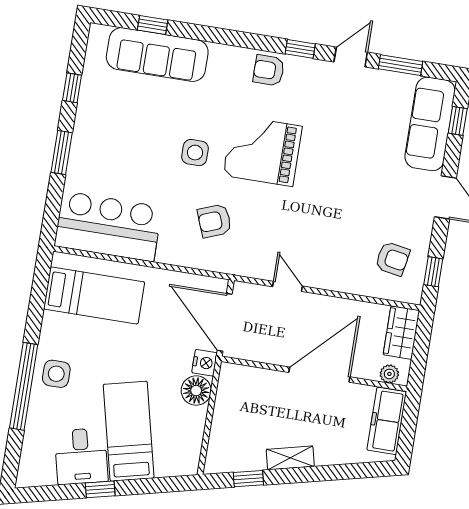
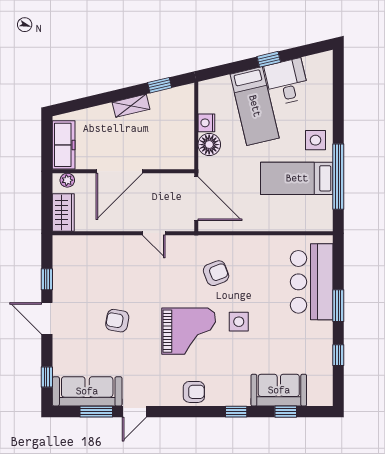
window: (300, 49) -> (236, 412), moved
sofa: (157, 55) -> (279, 390), width x0.73
sofa: (430, 124) -> (87, 391), moved, turned -90
bar counter: (108, 226) -> (312, 282), moved, turned 90
armchair: (392, 259) -> (117, 321), moved
window: (433, 272) -> (47, 279), moved
bed: (94, 295) -> (297, 178), moved
nightstand: (205, 363) -> (206, 123), moved
window: (24, 386) -> (338, 177), moved

